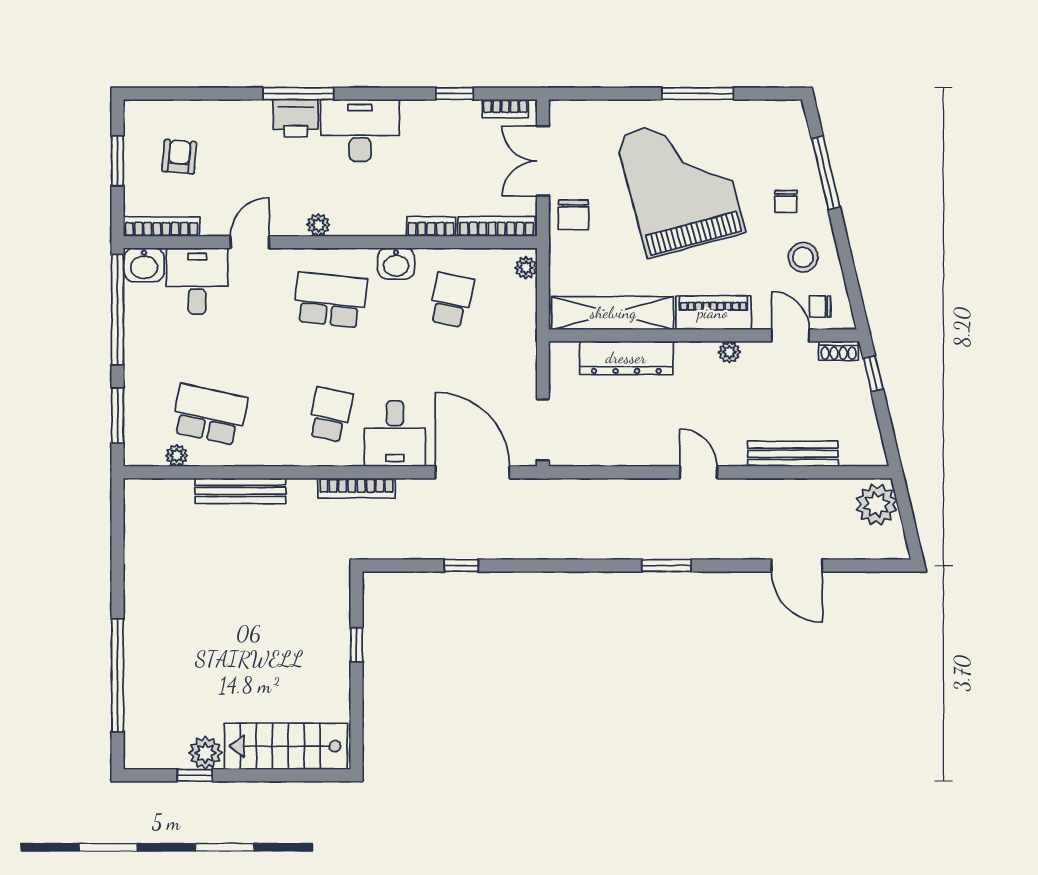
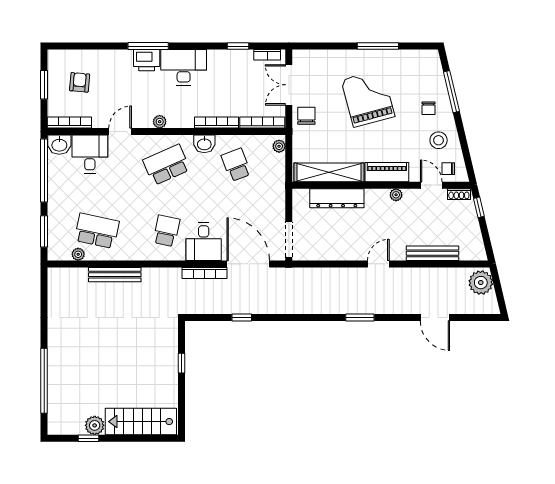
grand piano: (680, 184) -> (368, 98), width x0.73, depth x0.68
chair: (574, 215) -> (306, 116), turned 180
bookcase: (431, 227) -> (217, 123), width x1.56
school desk: (330, 300) -> (166, 165), turned -30
school desk: (451, 300) -> (236, 165), turned -33
door: (698, 472) -> (378, 264), hinge flipped
bookcase: (356, 488) -> (205, 273), moved

